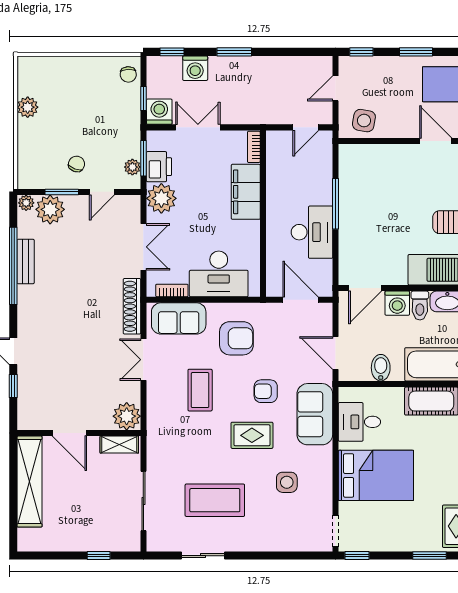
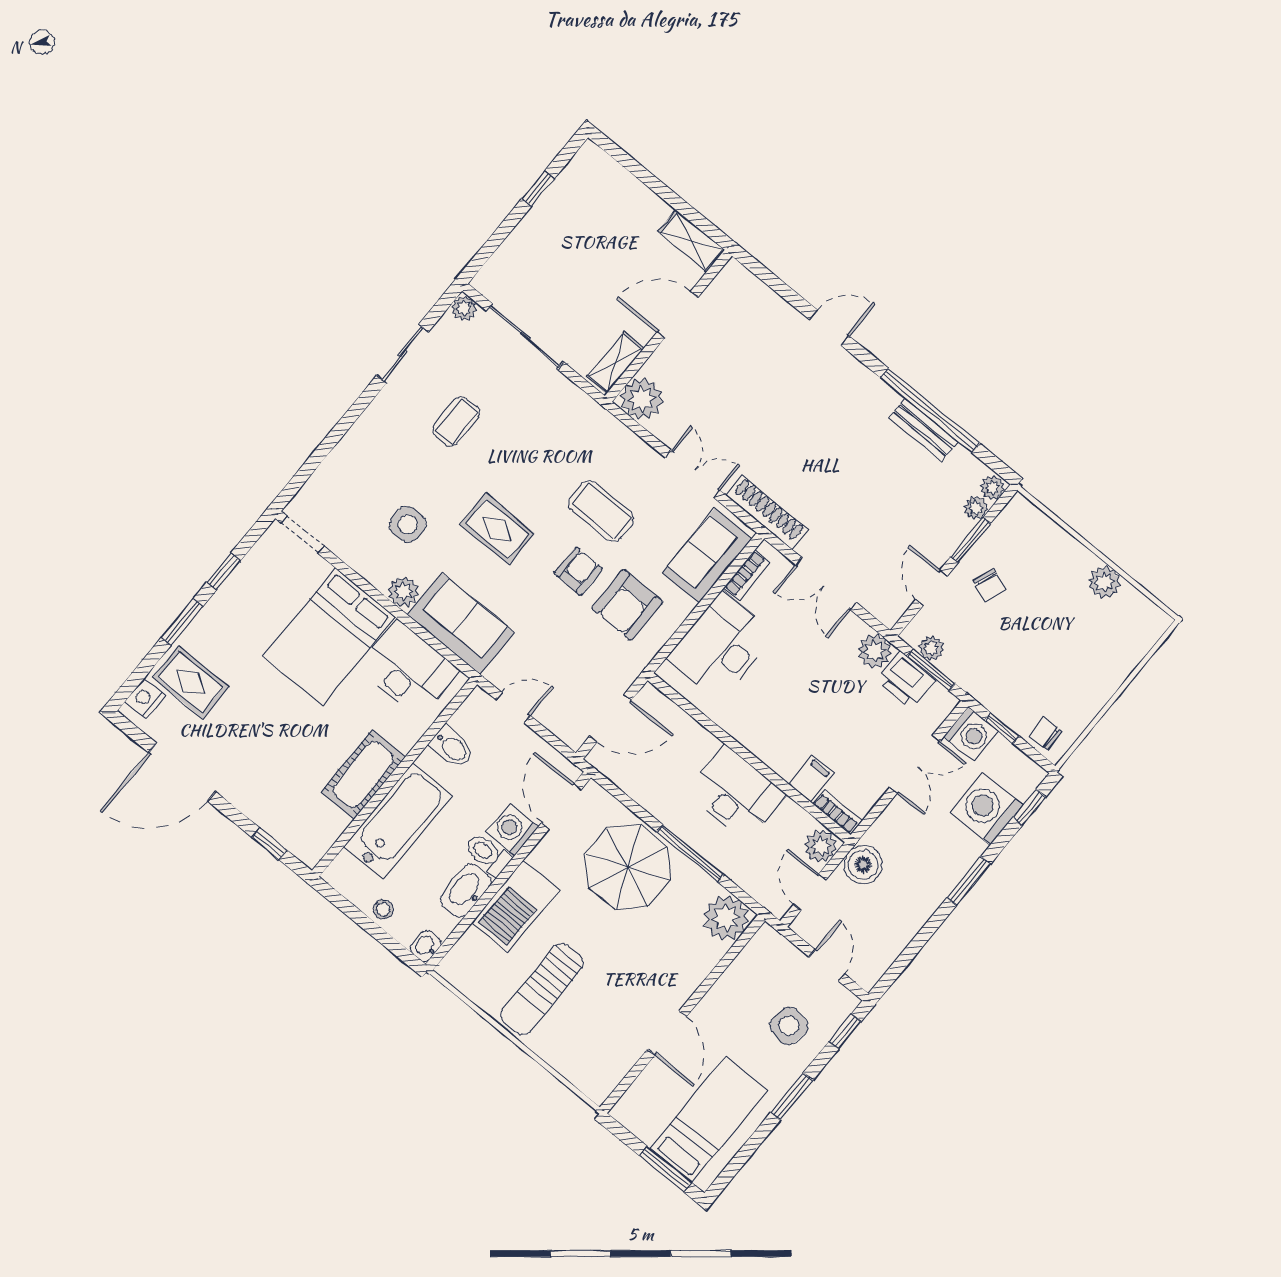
washing machine: (195, 68) -> (987, 809), width x1.37, depth x1.37
boiler: (270, 112) -> (863, 865), added
side table: (364, 121) -> (789, 1026), moved
plant: (278, 141) -> (821, 846), added
door: (436, 141) -> (667, 1033), hinge flipped
plant: (353, 159) -> (726, 918), added
filing cabinet: (246, 192) -> (812, 779), width x0.33, depth x0.86
plant: (161, 198) -> (875, 651), width x0.73, depth x0.73
plant: (50, 209) -> (976, 508), width x0.53, depth x0.53
parasol: (368, 229) -> (628, 867), added
desk: (312, 232) -> (736, 794), moved, turned 180
door: (336, 353) -> (513, 708), width x0.73
window: (13, 386) -> (788, 294), removed
armchair: (266, 391) -> (578, 571), moved
desk: (359, 422) -> (408, 669), width x1.37
rug: (252, 435) -> (497, 529), turned 90
plant: (323, 457) -> (403, 592), added
shelving: (30, 482) -> (691, 241), width x0.45, depth x0.75
coffee table: (215, 500) -> (456, 422), width x0.54, depth x0.58
plant: (155, 543) -> (464, 308), added
window: (99, 556) -> (538, 189), moved
window: (357, 556) -> (224, 571), moved

